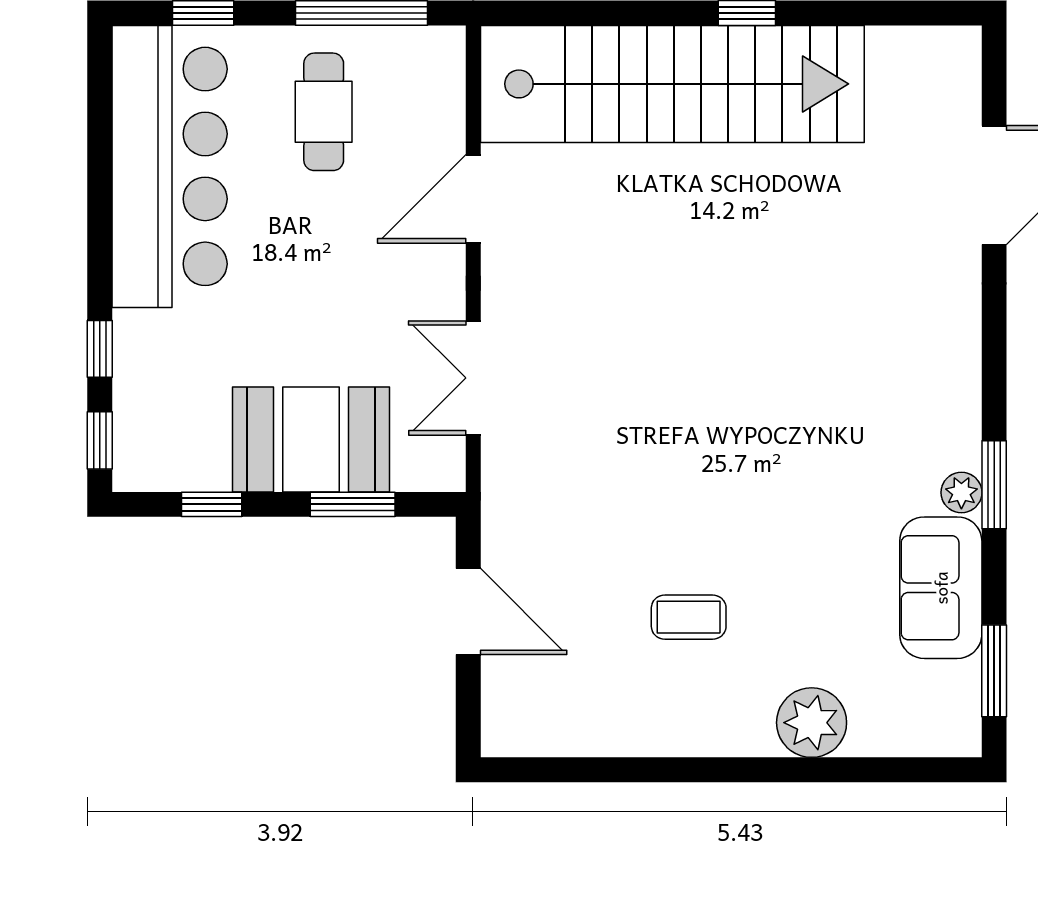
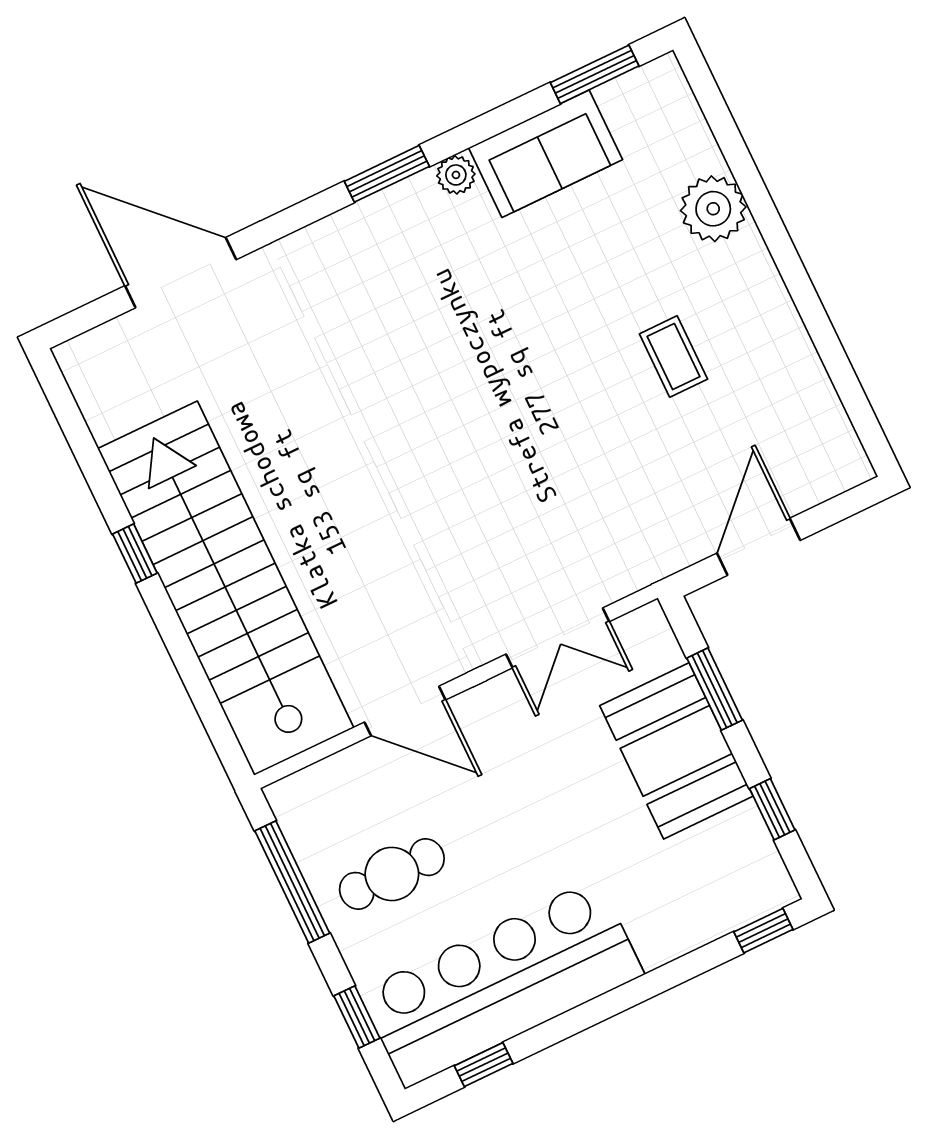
window: (100, 349) -> (484, 1065), moved
window: (994, 485) -> (387, 174), moved

